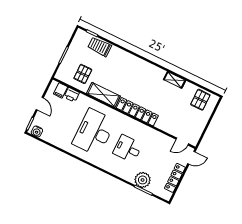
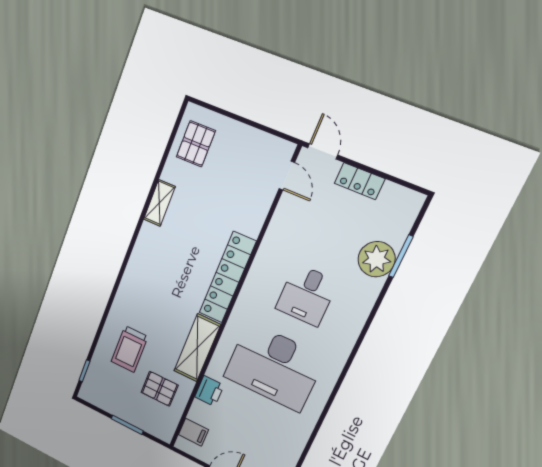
trolley: (100, 47) -> (129, 349), moved
printer: (72, 95) -> (209, 391), moved
pallet: (200, 100) -> (196, 144), turned 90
locker: (175, 178) -> (360, 181), width x0.66

